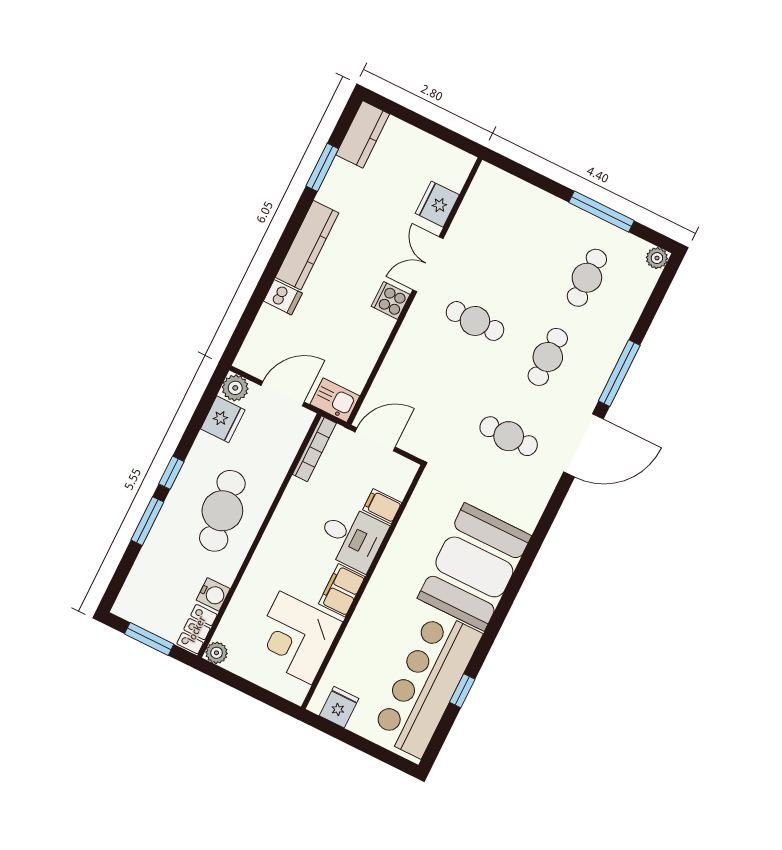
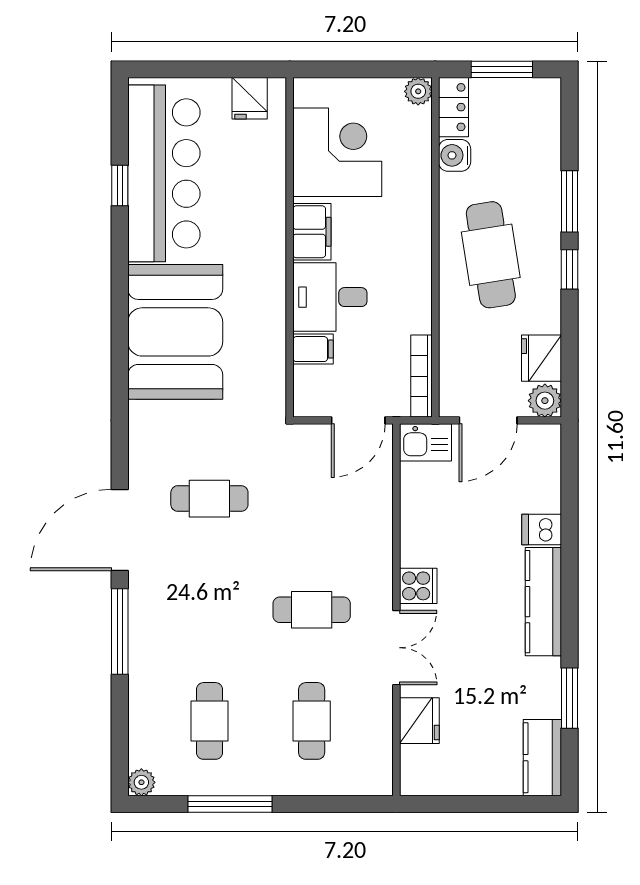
cafe table: (548, 357) -> (312, 721), moved

